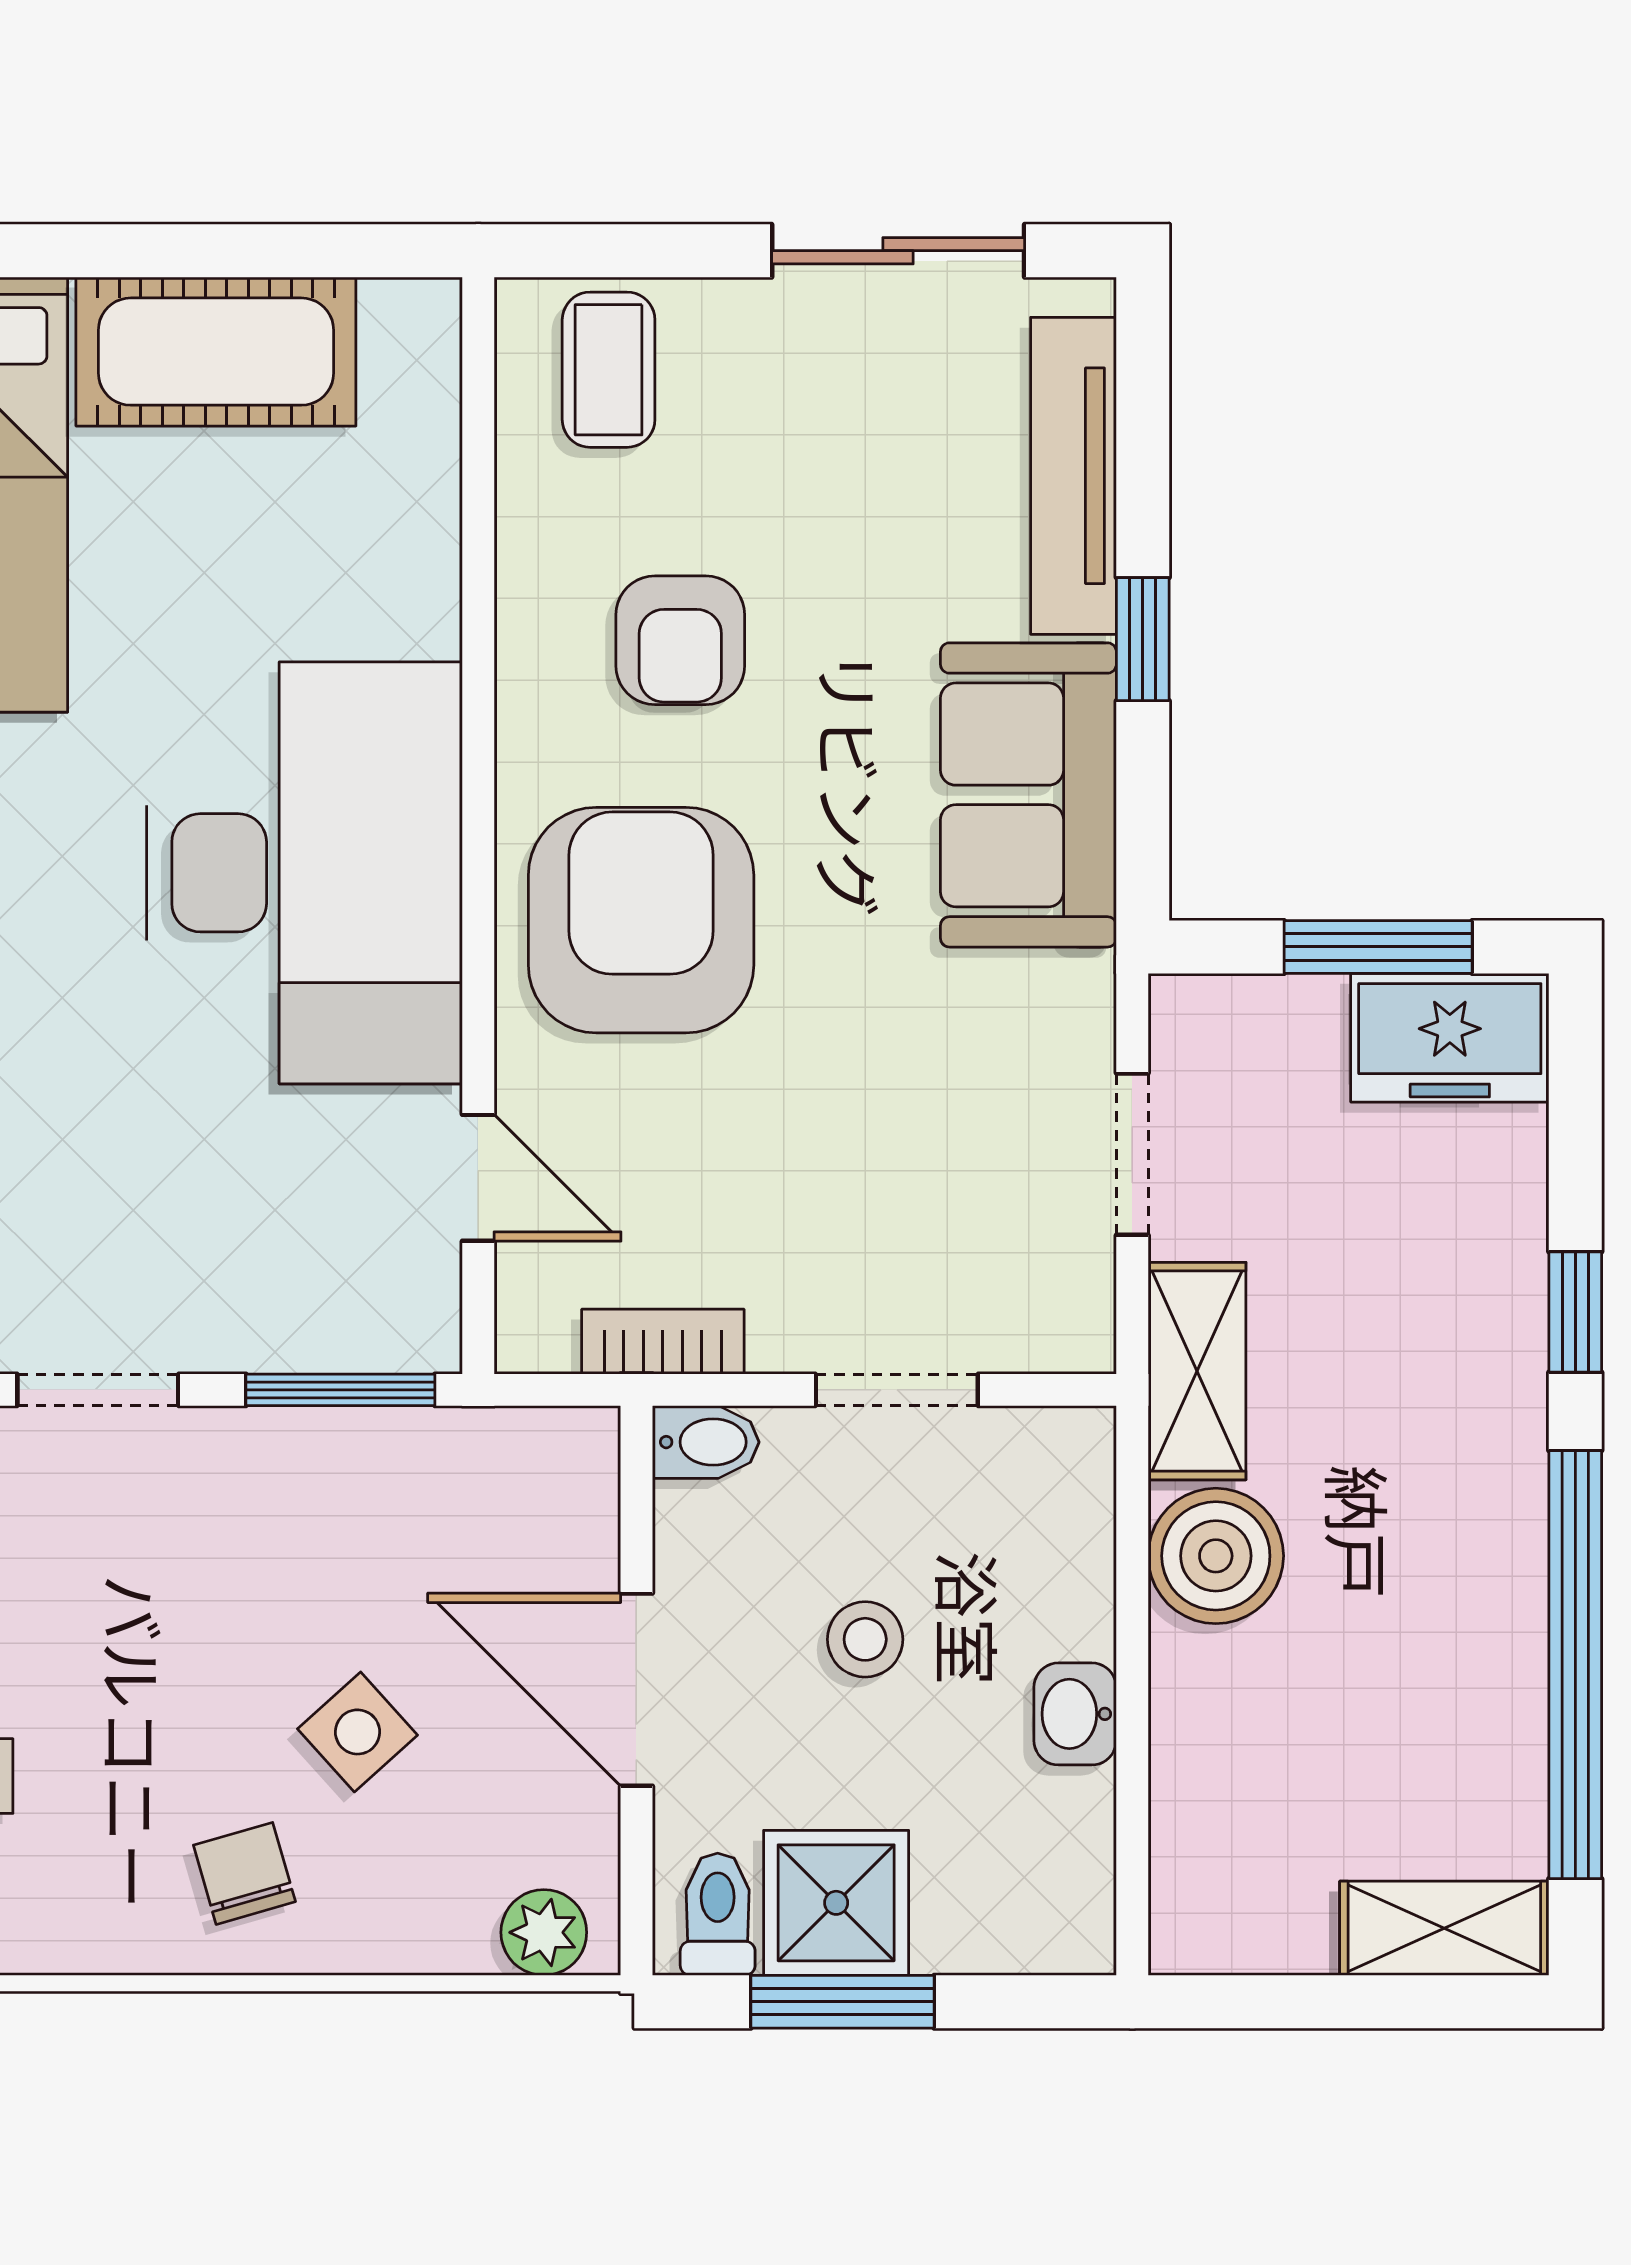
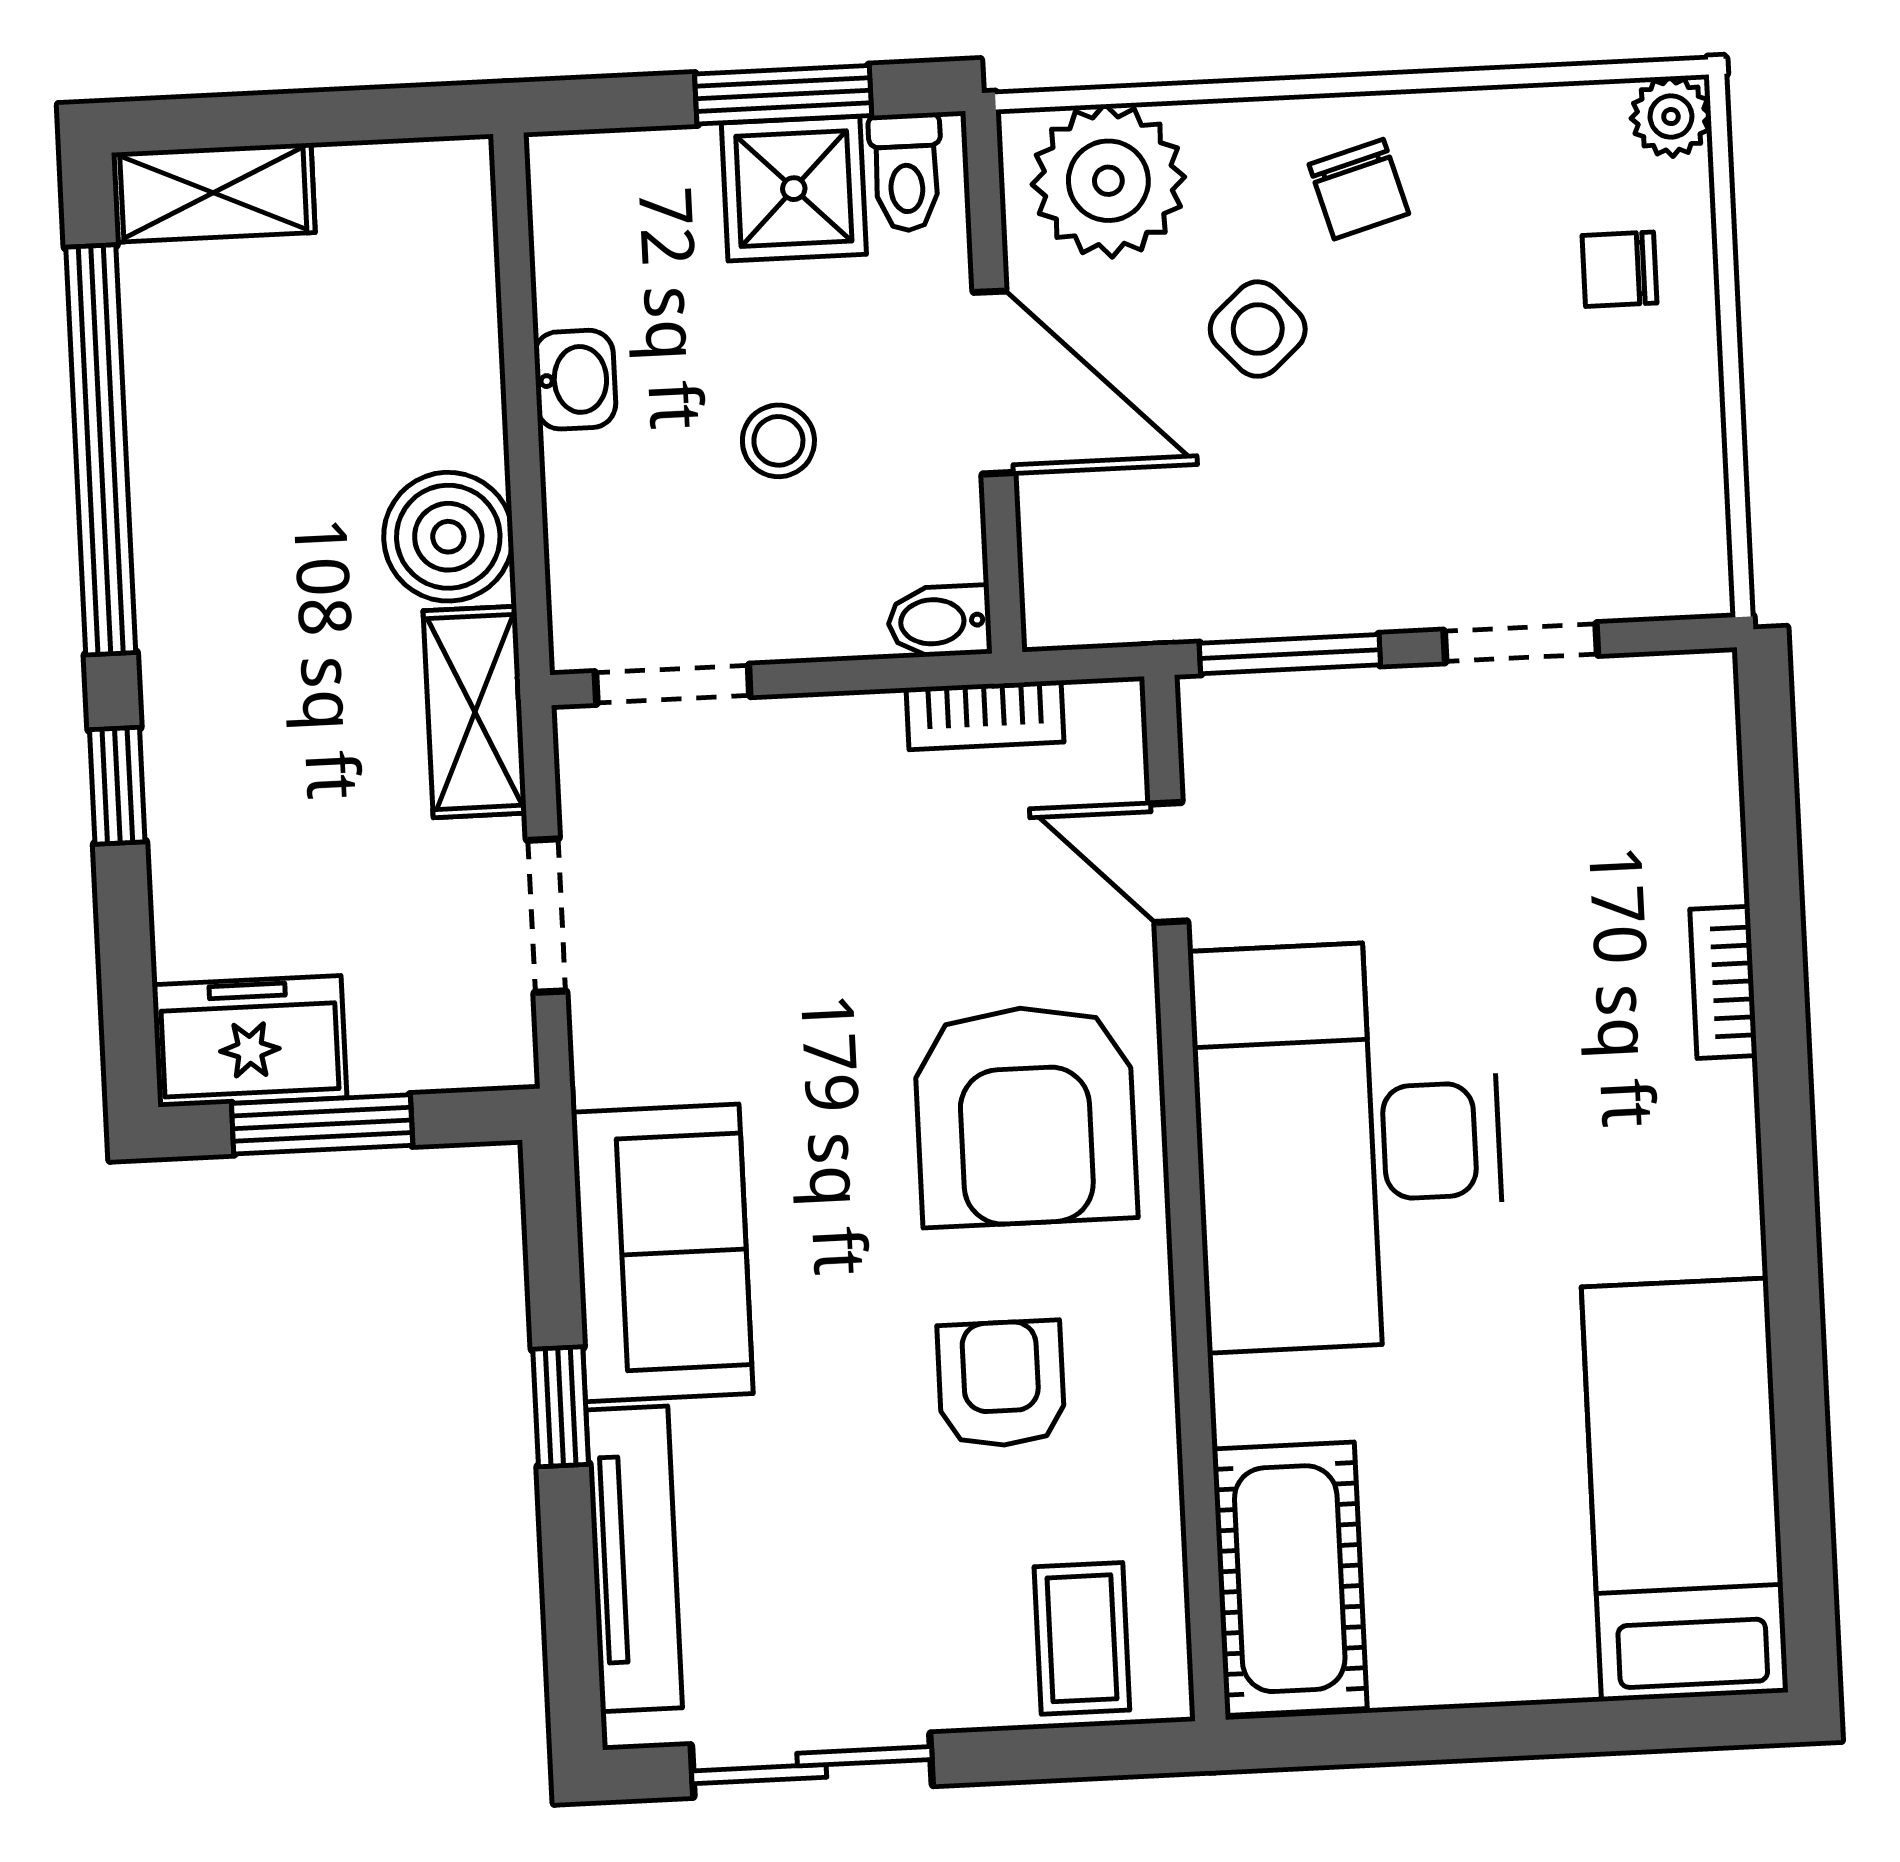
cot: (216, 352) -> (1290, 1579), moved, turned 90
doorway: (897, 1390) -> (673, 684), moved
plant: (544, 1932) -> (1108, 181), width x1.88, depth x1.88

